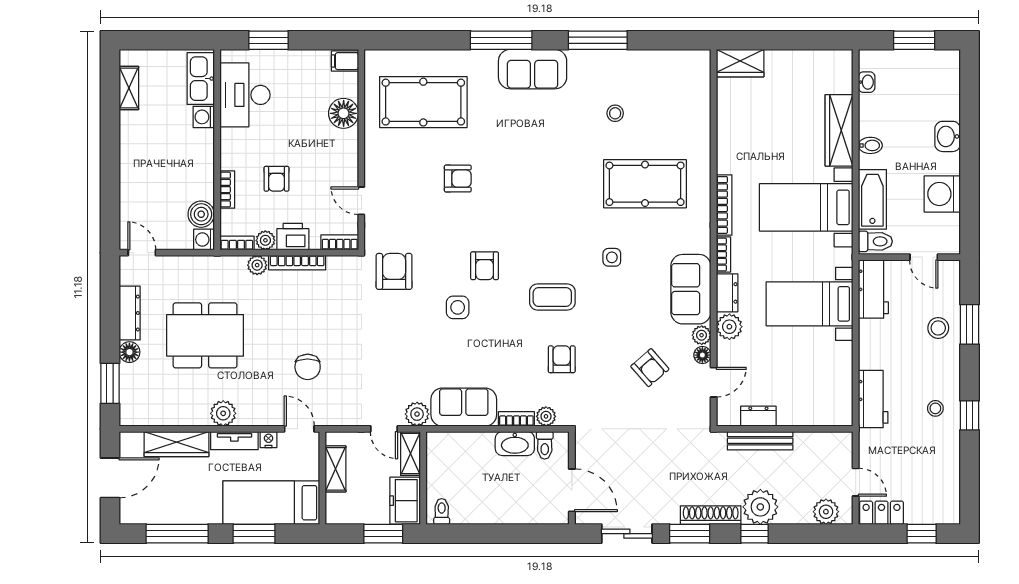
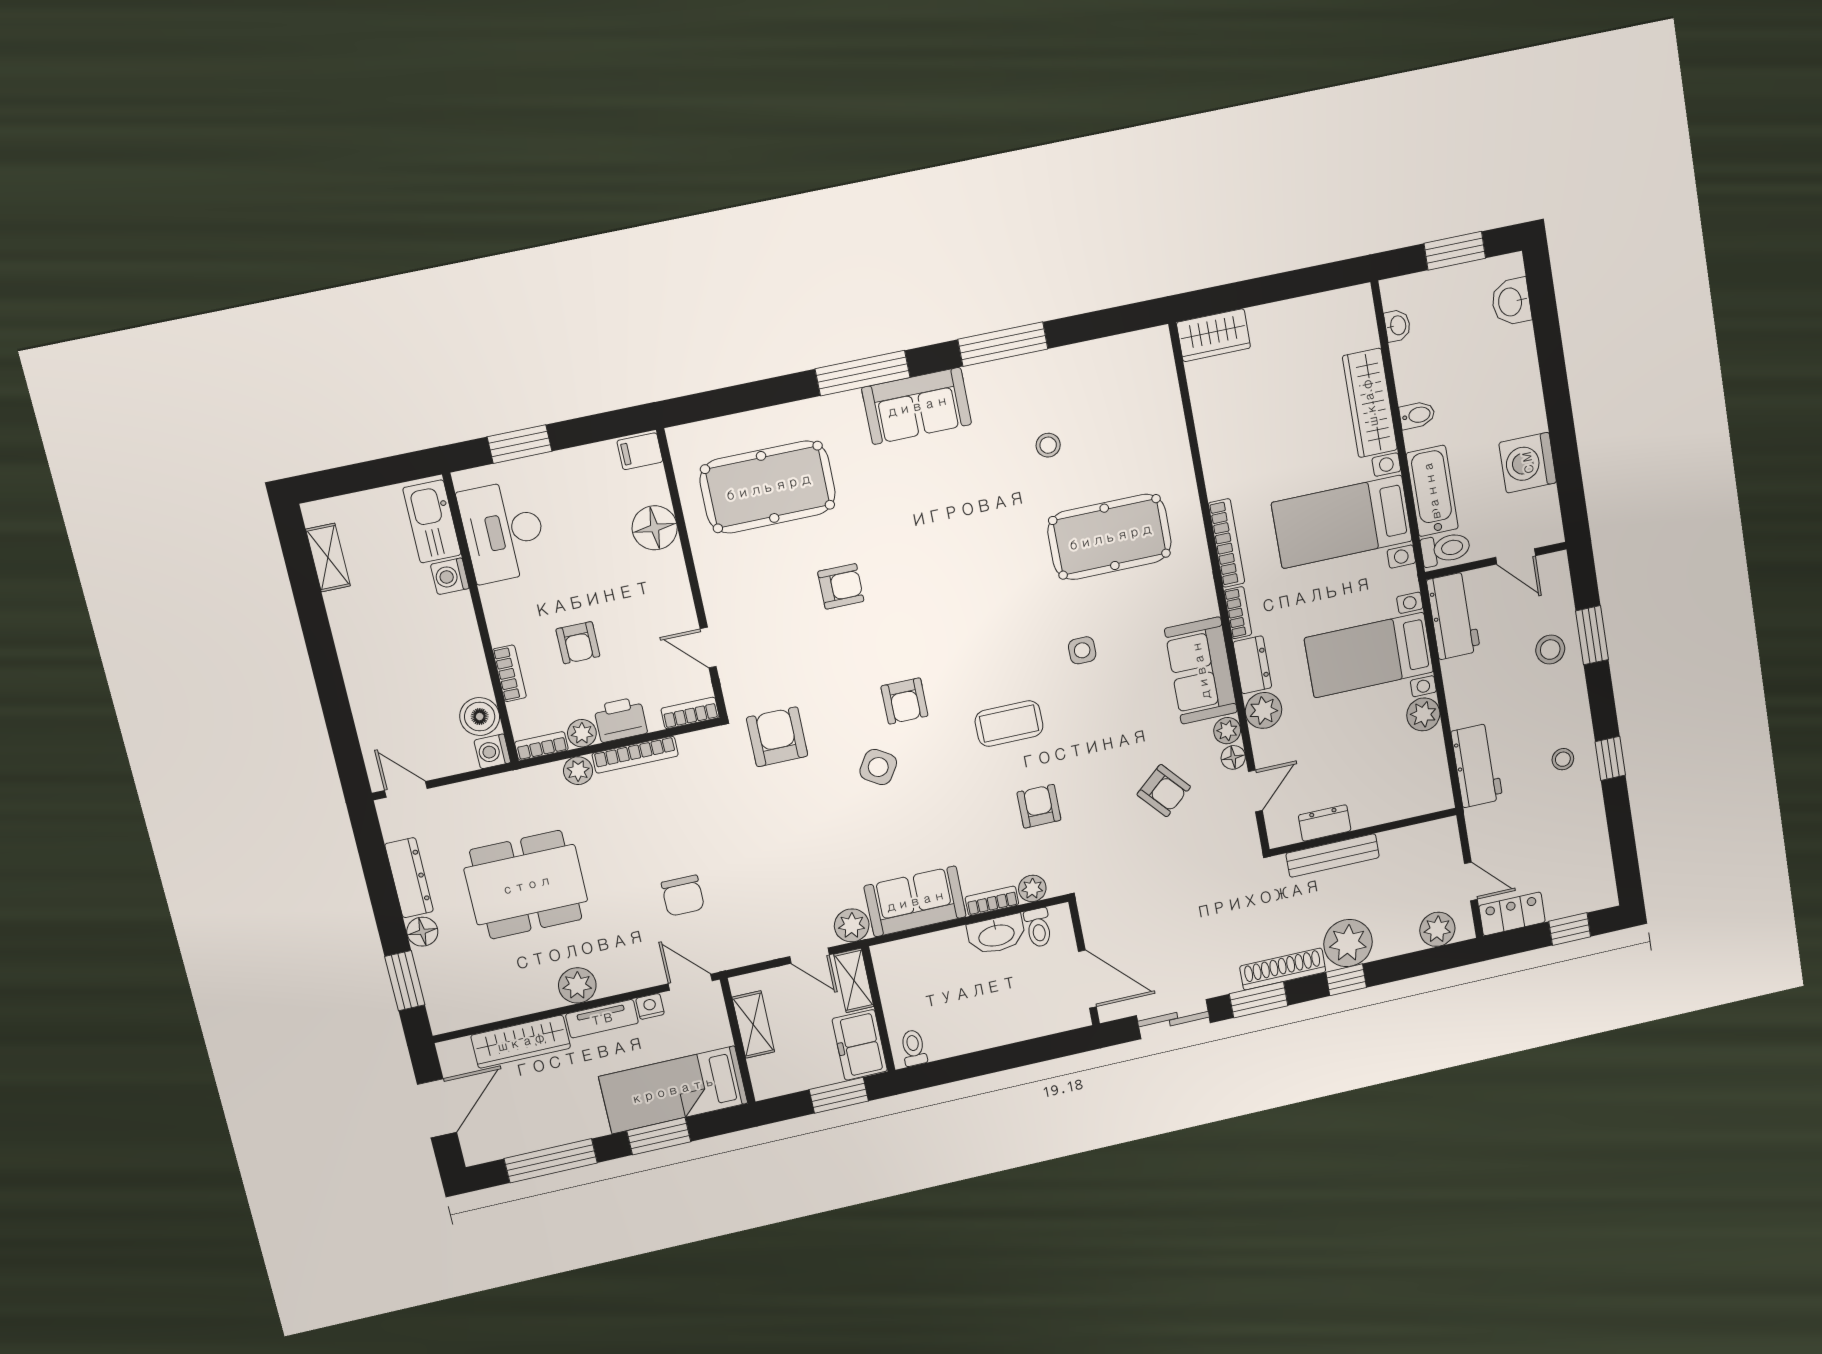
washbasin: (948, 136) -> (1511, 302), moved
side table: (458, 307) -> (878, 767), turned 32
plant: (841, 354) -> (1423, 714), added

